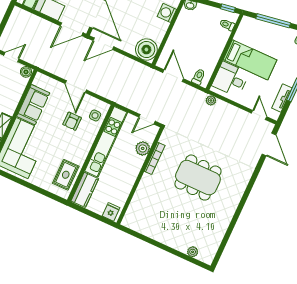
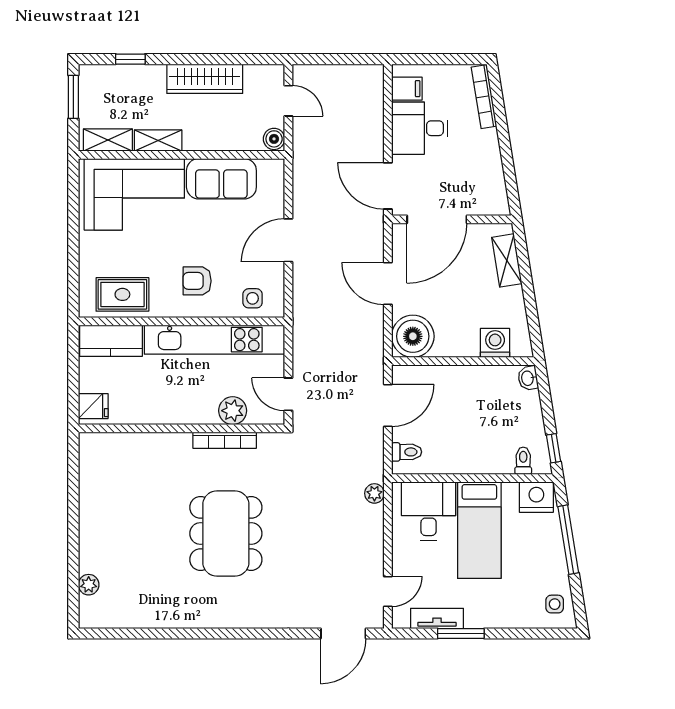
nightstand: (247, 26) -> (536, 497), added
door: (103, 44) -> (388, 283), moved
armchair: (72, 121) -> (197, 281), moved

